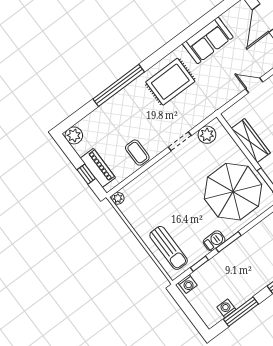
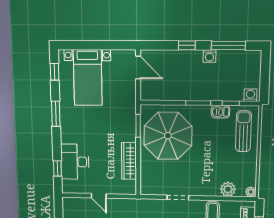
plant: (207, 135) -> (228, 189), moved
barbecue: (214, 241) -> (220, 112), moved
washing machine: (226, 308) -> (210, 56), moved

